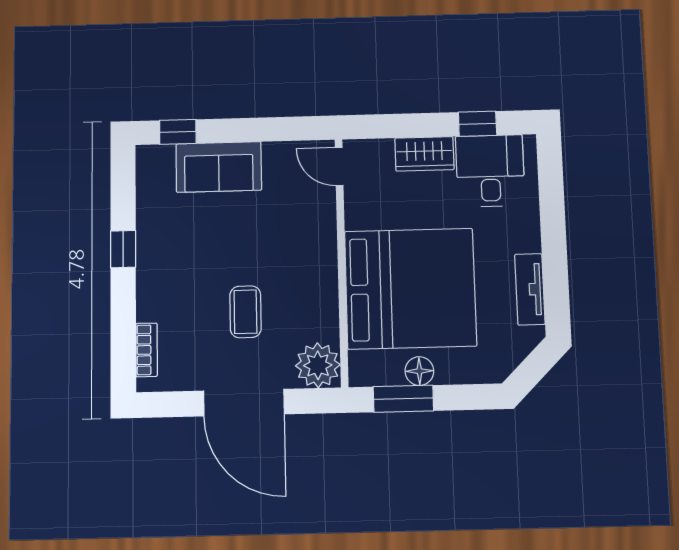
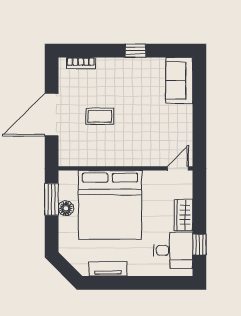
window: (178, 132) -> (199, 81), removed
sofa: (219, 167) -> (179, 81), moved
plant: (318, 365) -> (70, 154), removed

